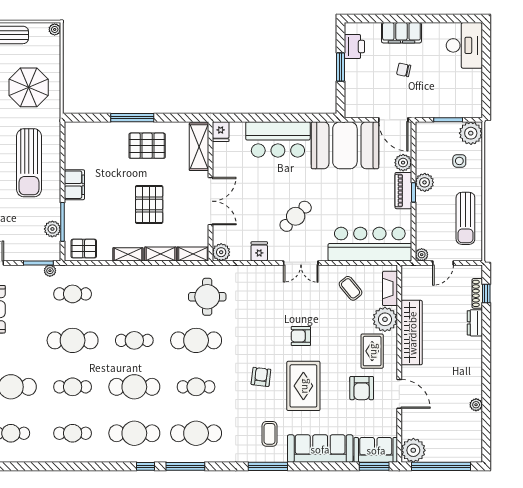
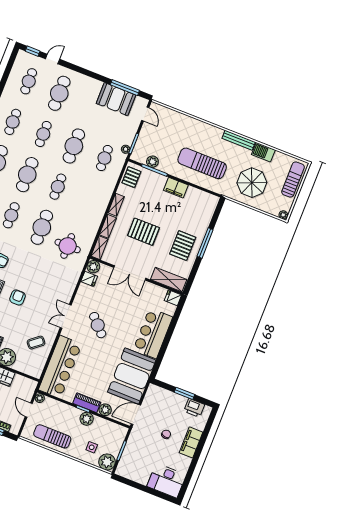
fridge: (259, 251) -> (89, 279), moved
fireplace: (390, 288) -> (26, 368), removed

